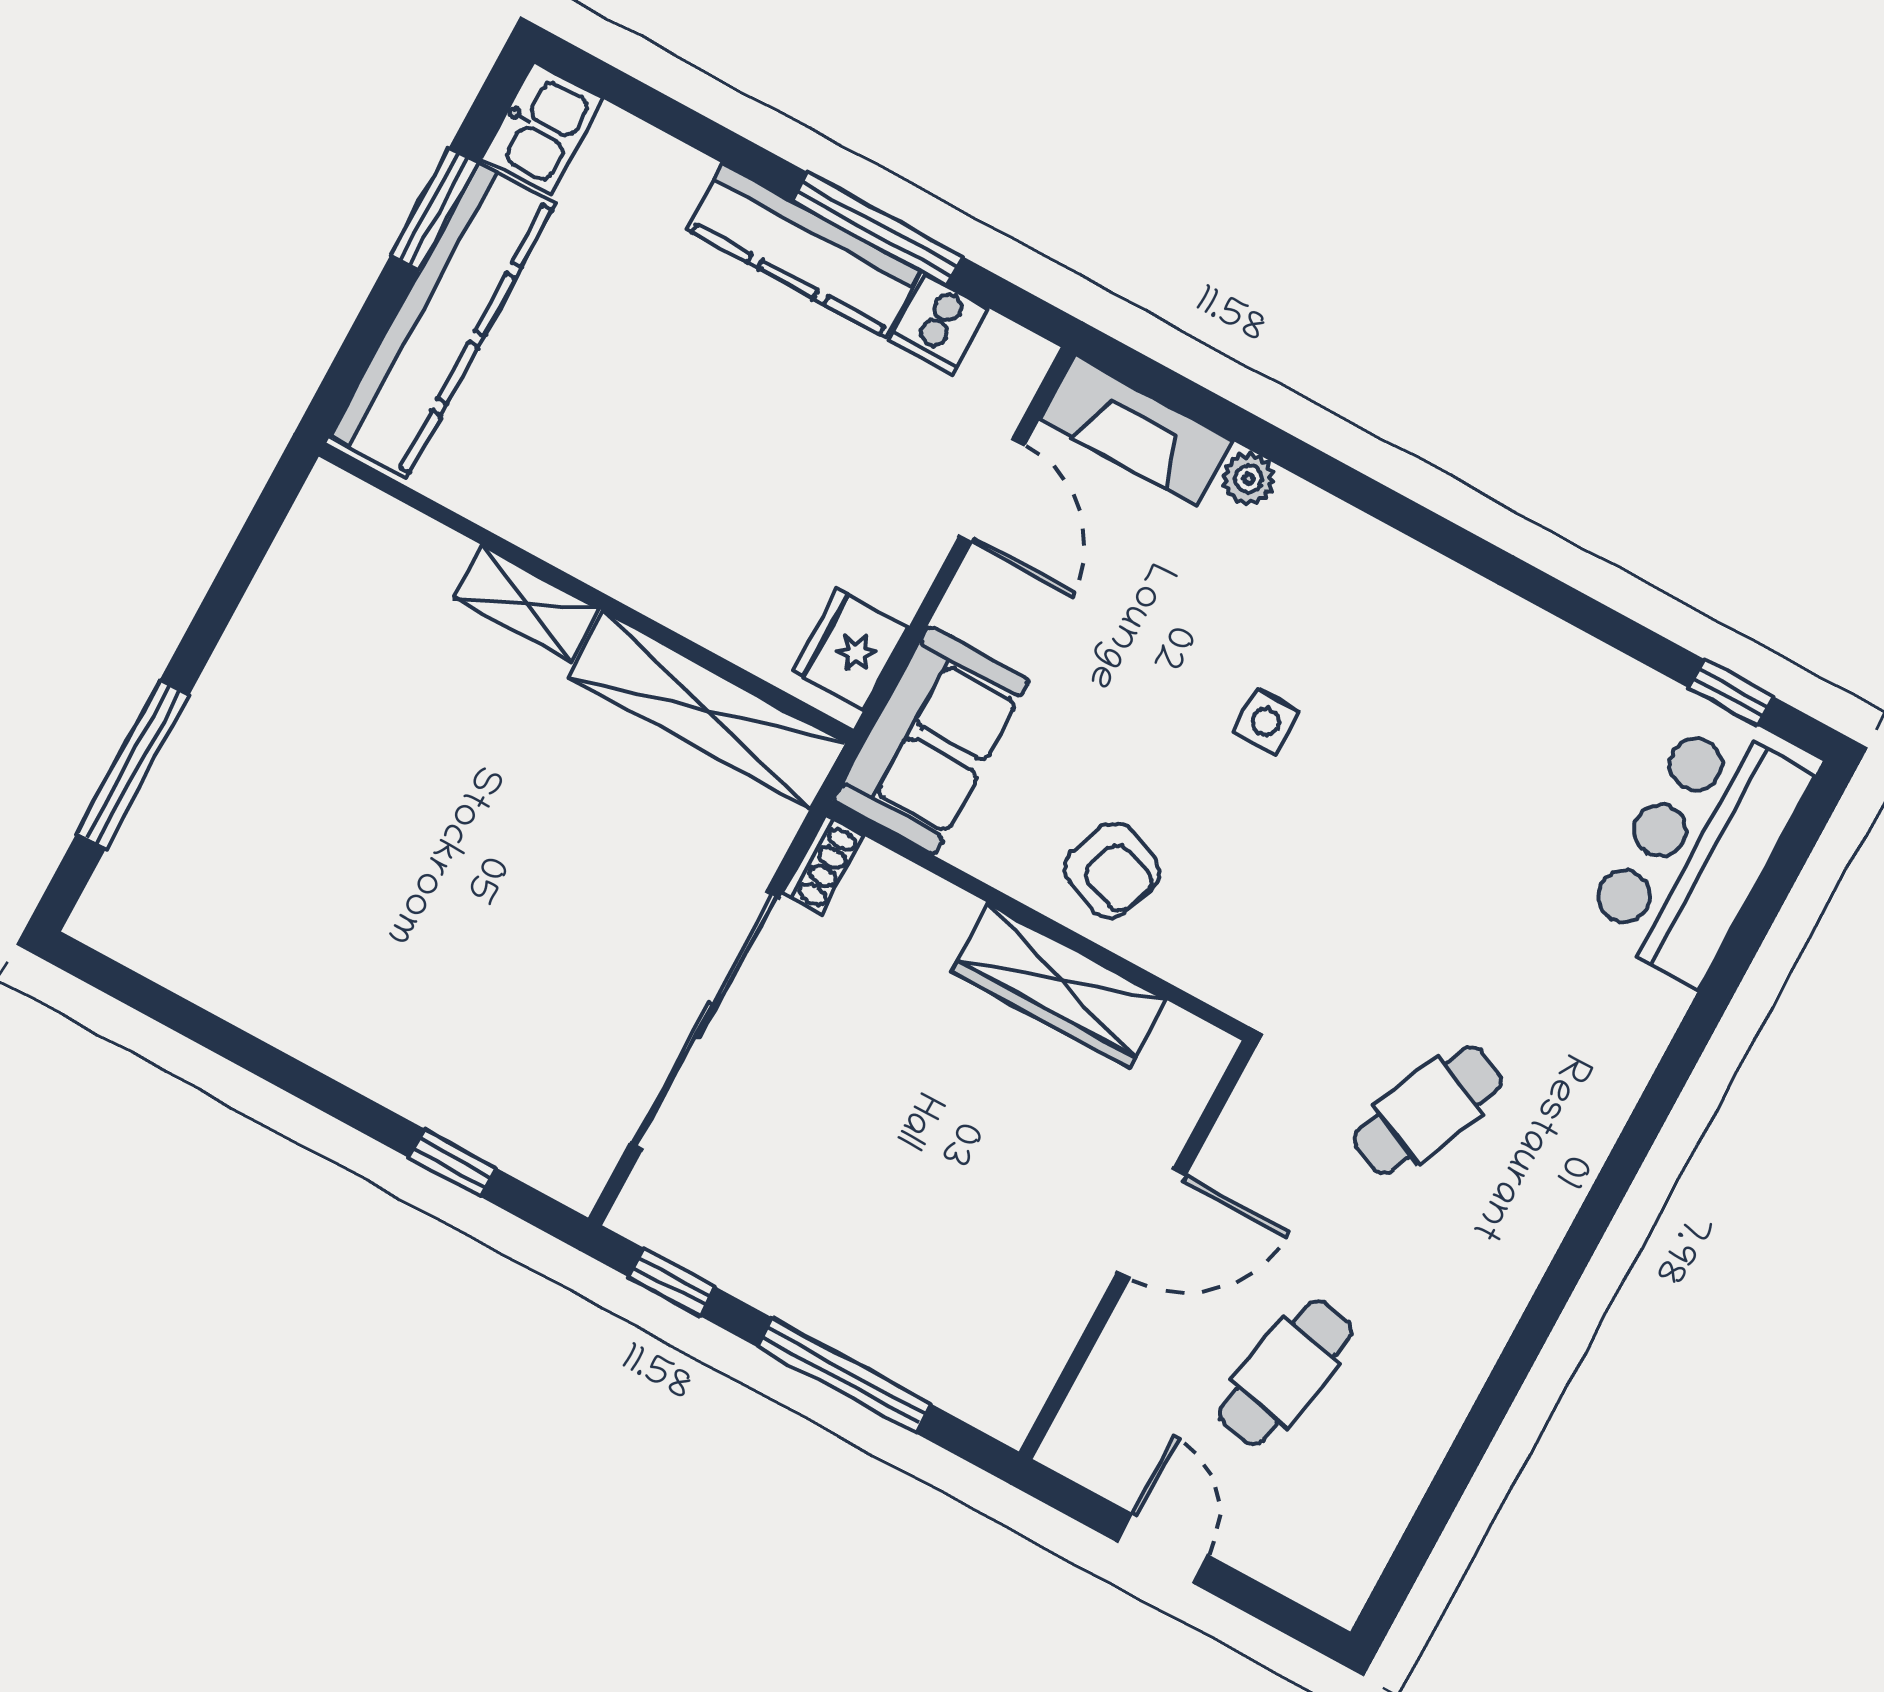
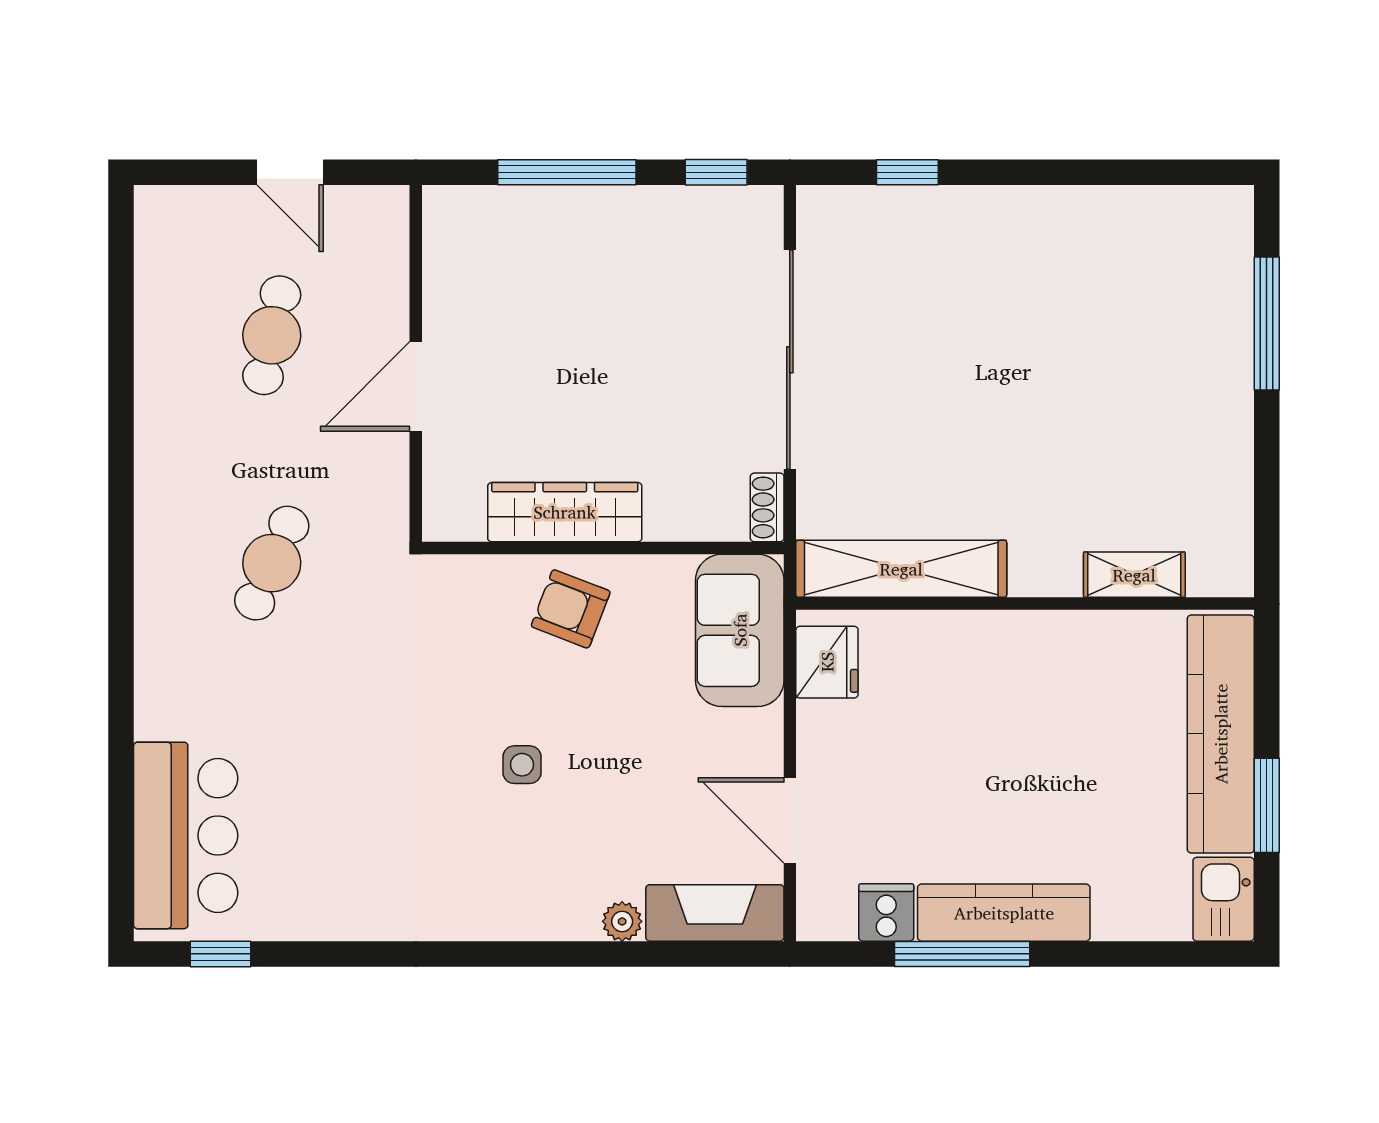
shelving: (526, 603) -> (1134, 575), moved

